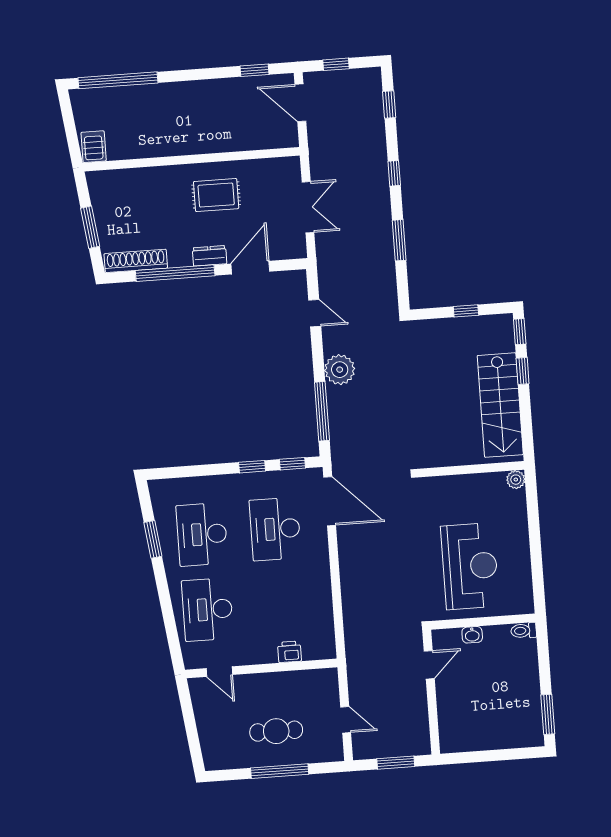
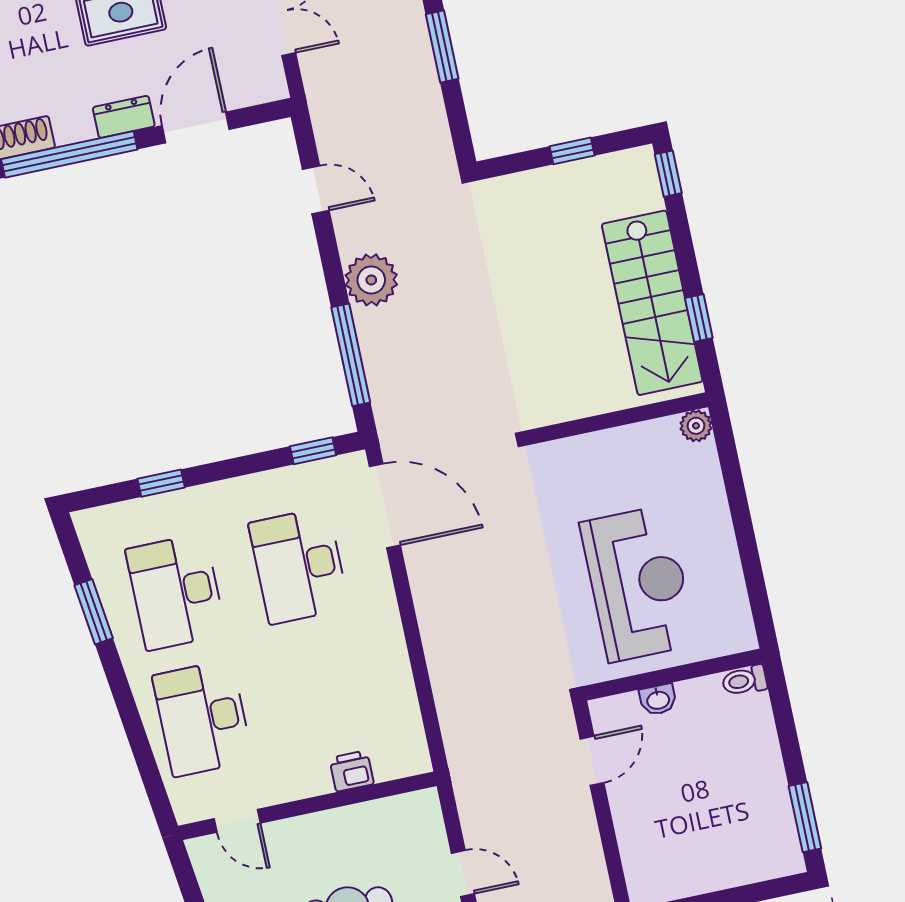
window: (523, 371) -> (699, 318), moved
window: (252, 467) -> (161, 483), moved

